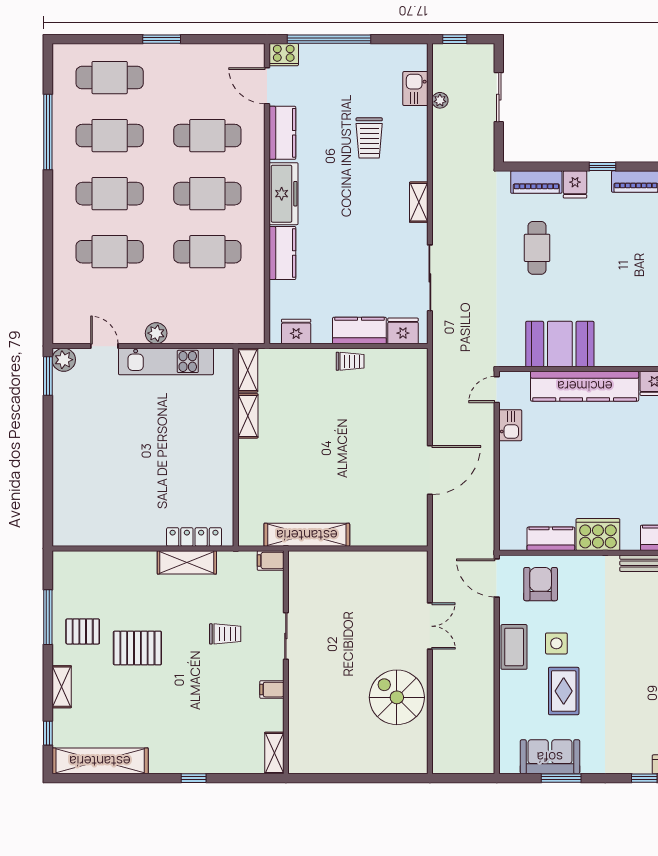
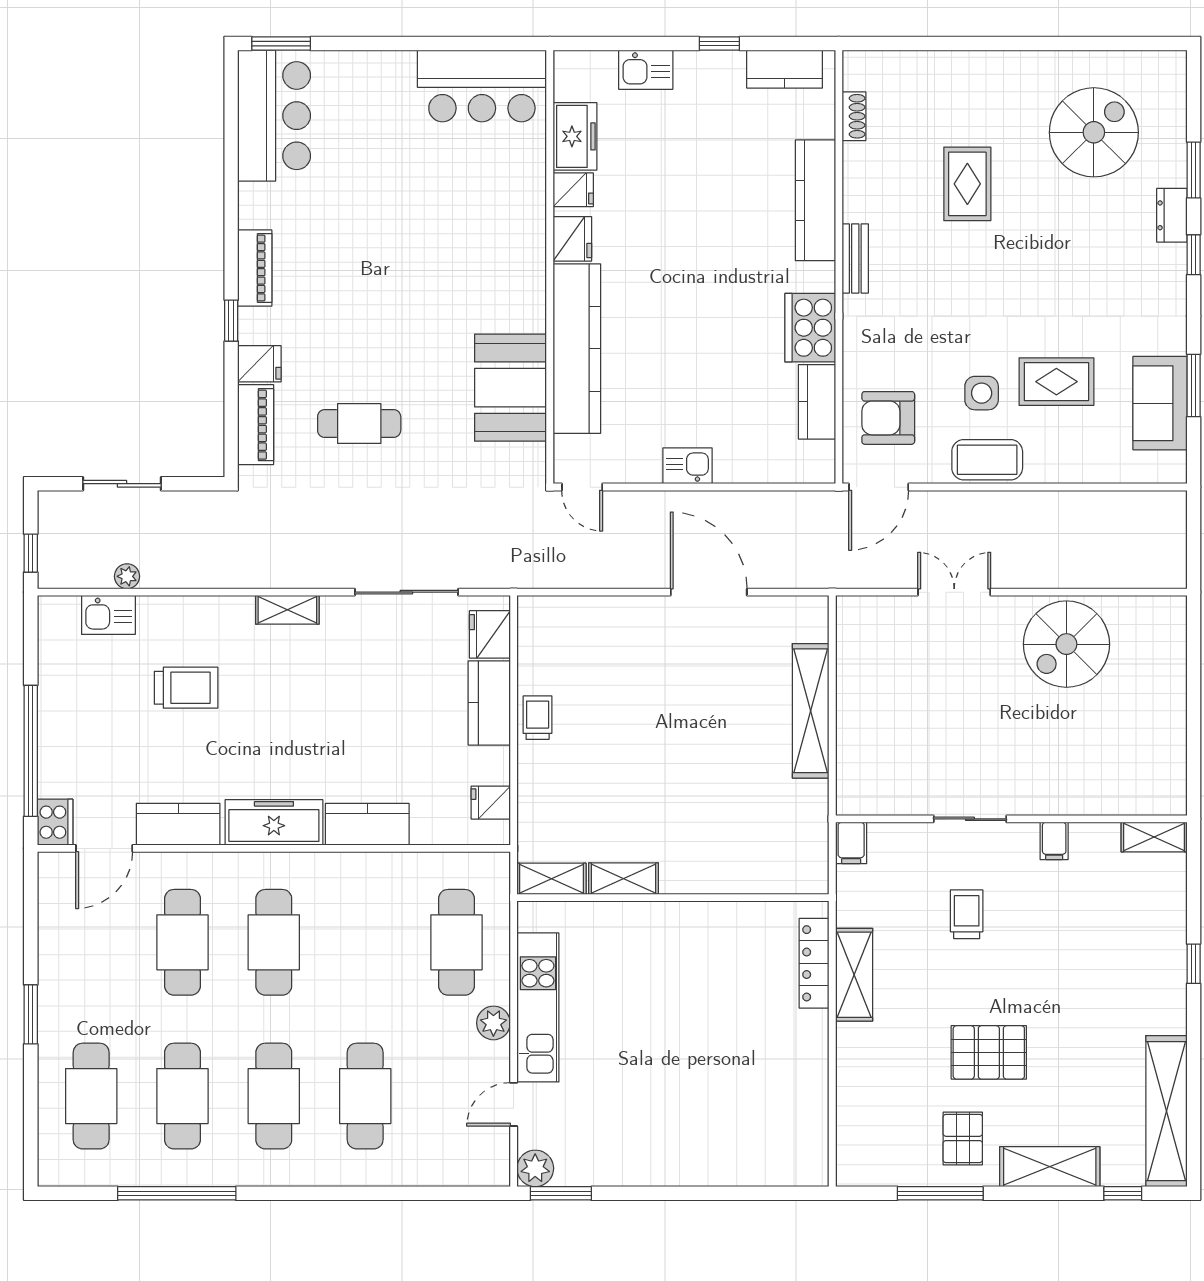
cafe table: (207, 252) -> (456, 942), moved
fridge: (296, 331) -> (491, 803), width x0.72
kitchen sink: (510, 425) -> (688, 466), moved
shelving: (307, 535) -> (811, 711), moved
pallet: (137, 648) -> (989, 1052), turned 90
shelving: (62, 687) -> (1050, 1167), width x1.50, depth x1.33

